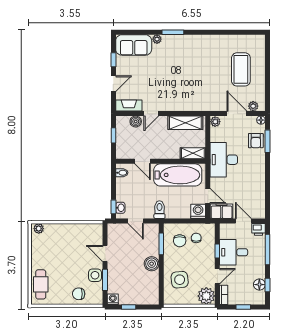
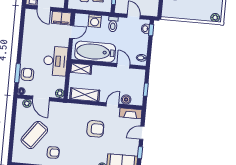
armchair: (217, 51) -> (53, 152), added
coffee table: (241, 69) -> (34, 135), turned 36
armchair: (169, 83) -> (95, 129), added
door: (208, 196) -> (72, 32), swing flipped
washing machine: (198, 211) -> (95, 21), moved

